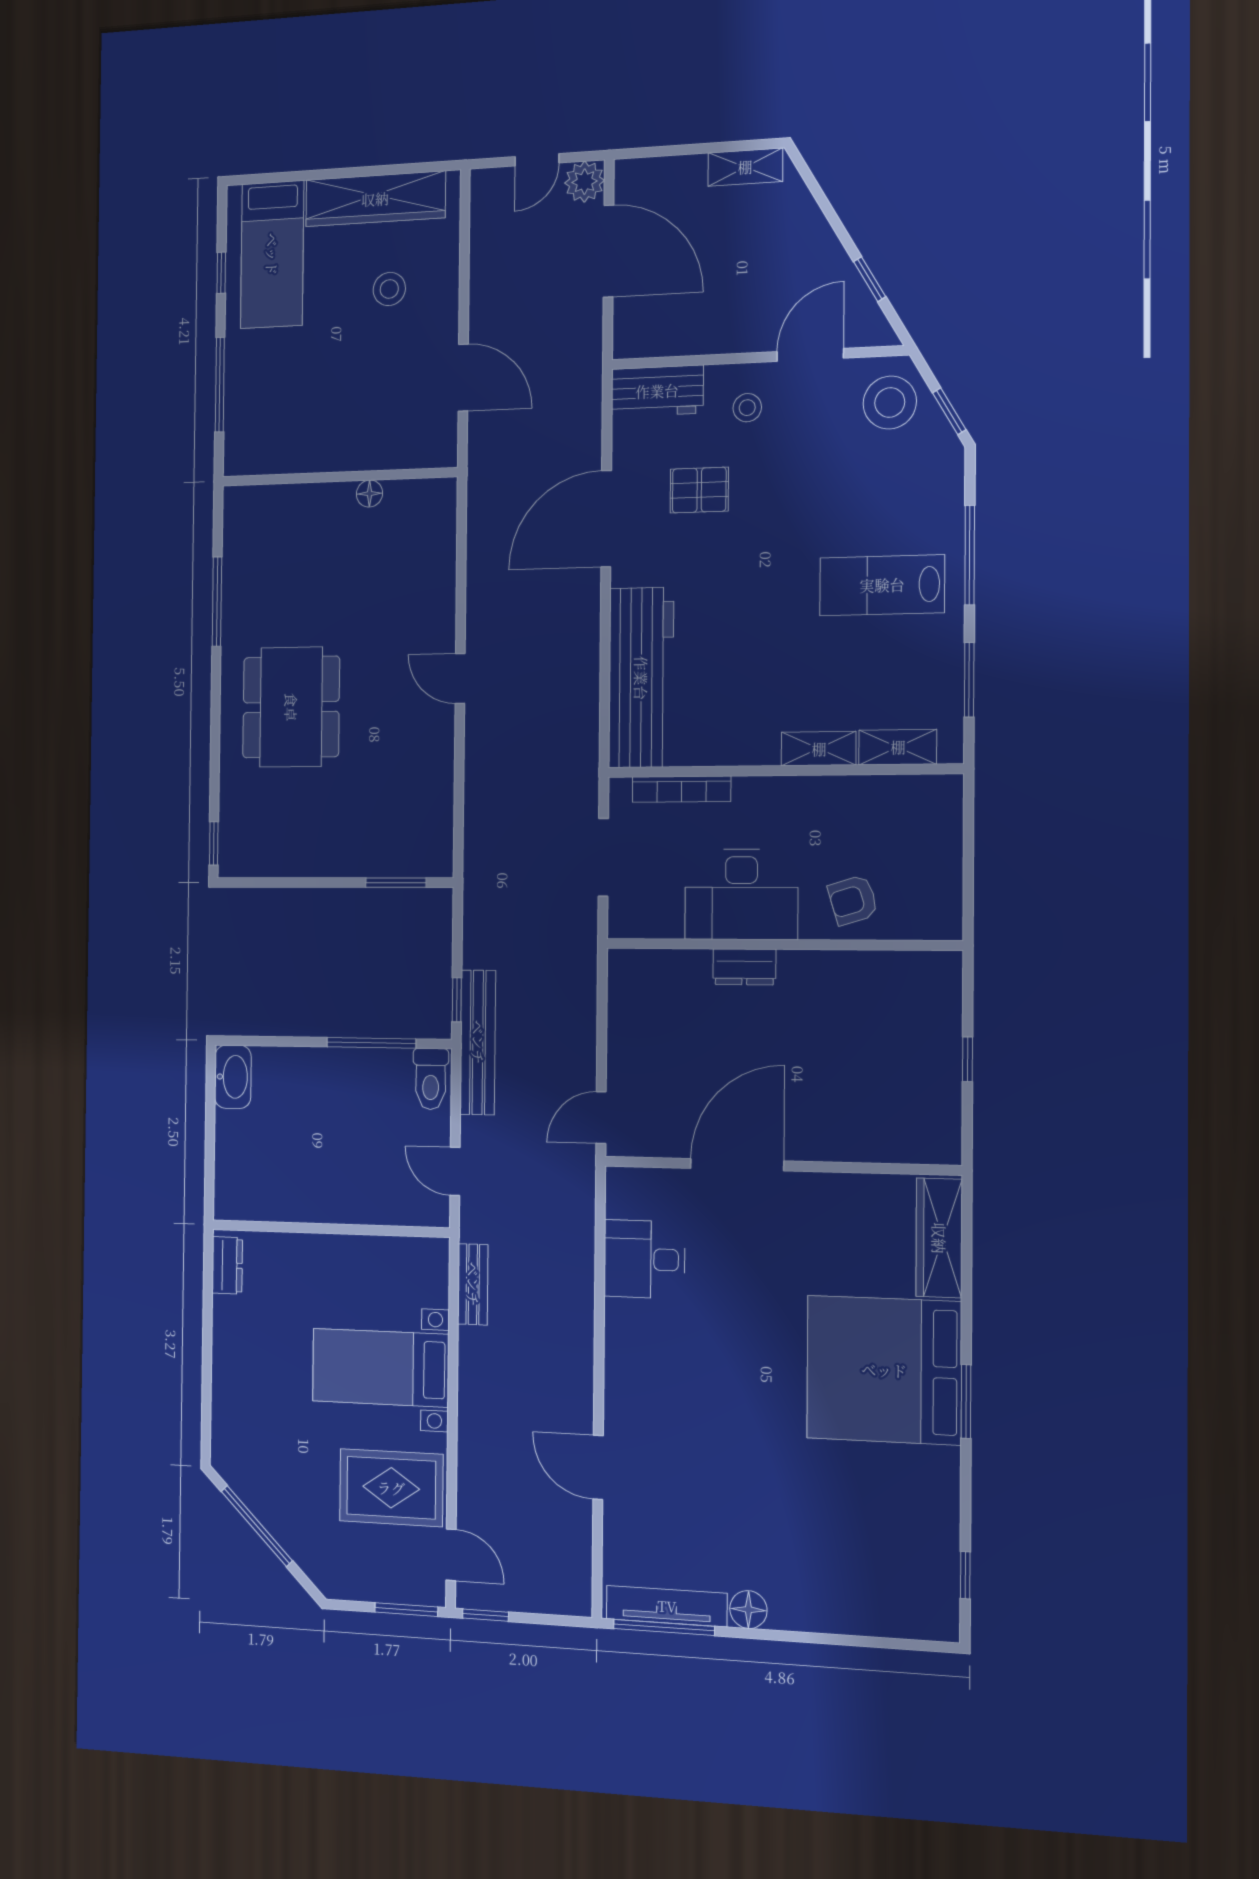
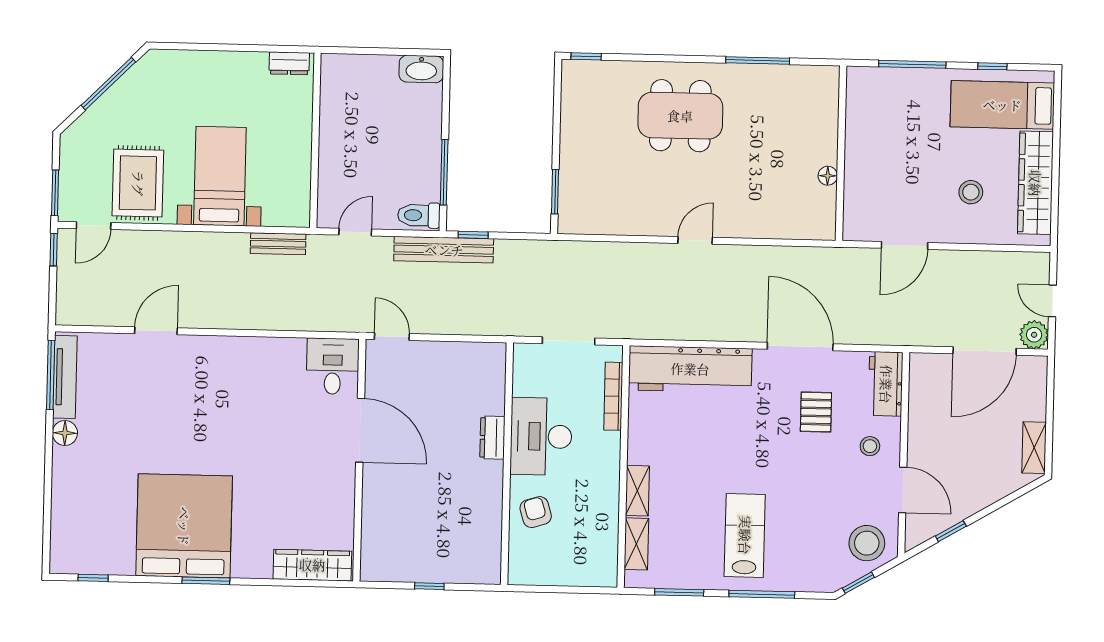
desk: (644, 1259) -> (333, 366), moved
bed: (884, 1370) -> (184, 526), moved

